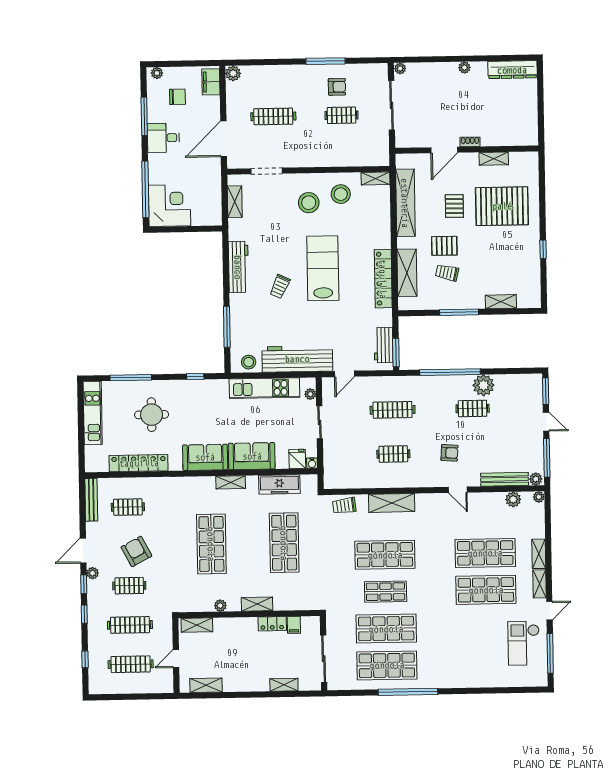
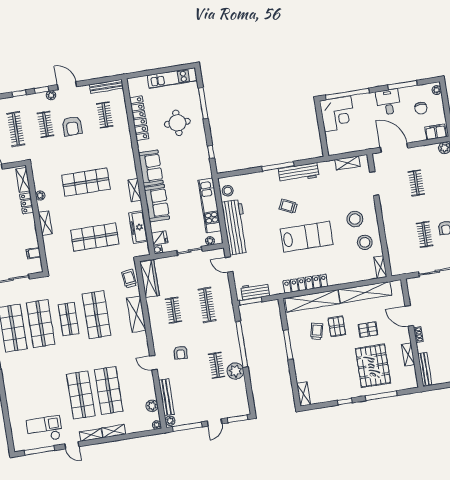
clothes rail: (273, 116) -> (416, 183), width x0.73
bench: (516, 140) -> (425, 369), added
window: (542, 201) -> (381, 396), added
shelving: (407, 273) -> (312, 301), width x1.47
shelving: (501, 302) -> (304, 394), moved
window: (227, 327) -> (278, 166), moved
wardrobe: (348, 479) -> (149, 279), added
door: (458, 490) -> (154, 363), hinge flipped
armchair: (136, 551) -> (72, 126), turned 118
locker: (272, 624) -> (27, 203), moved

